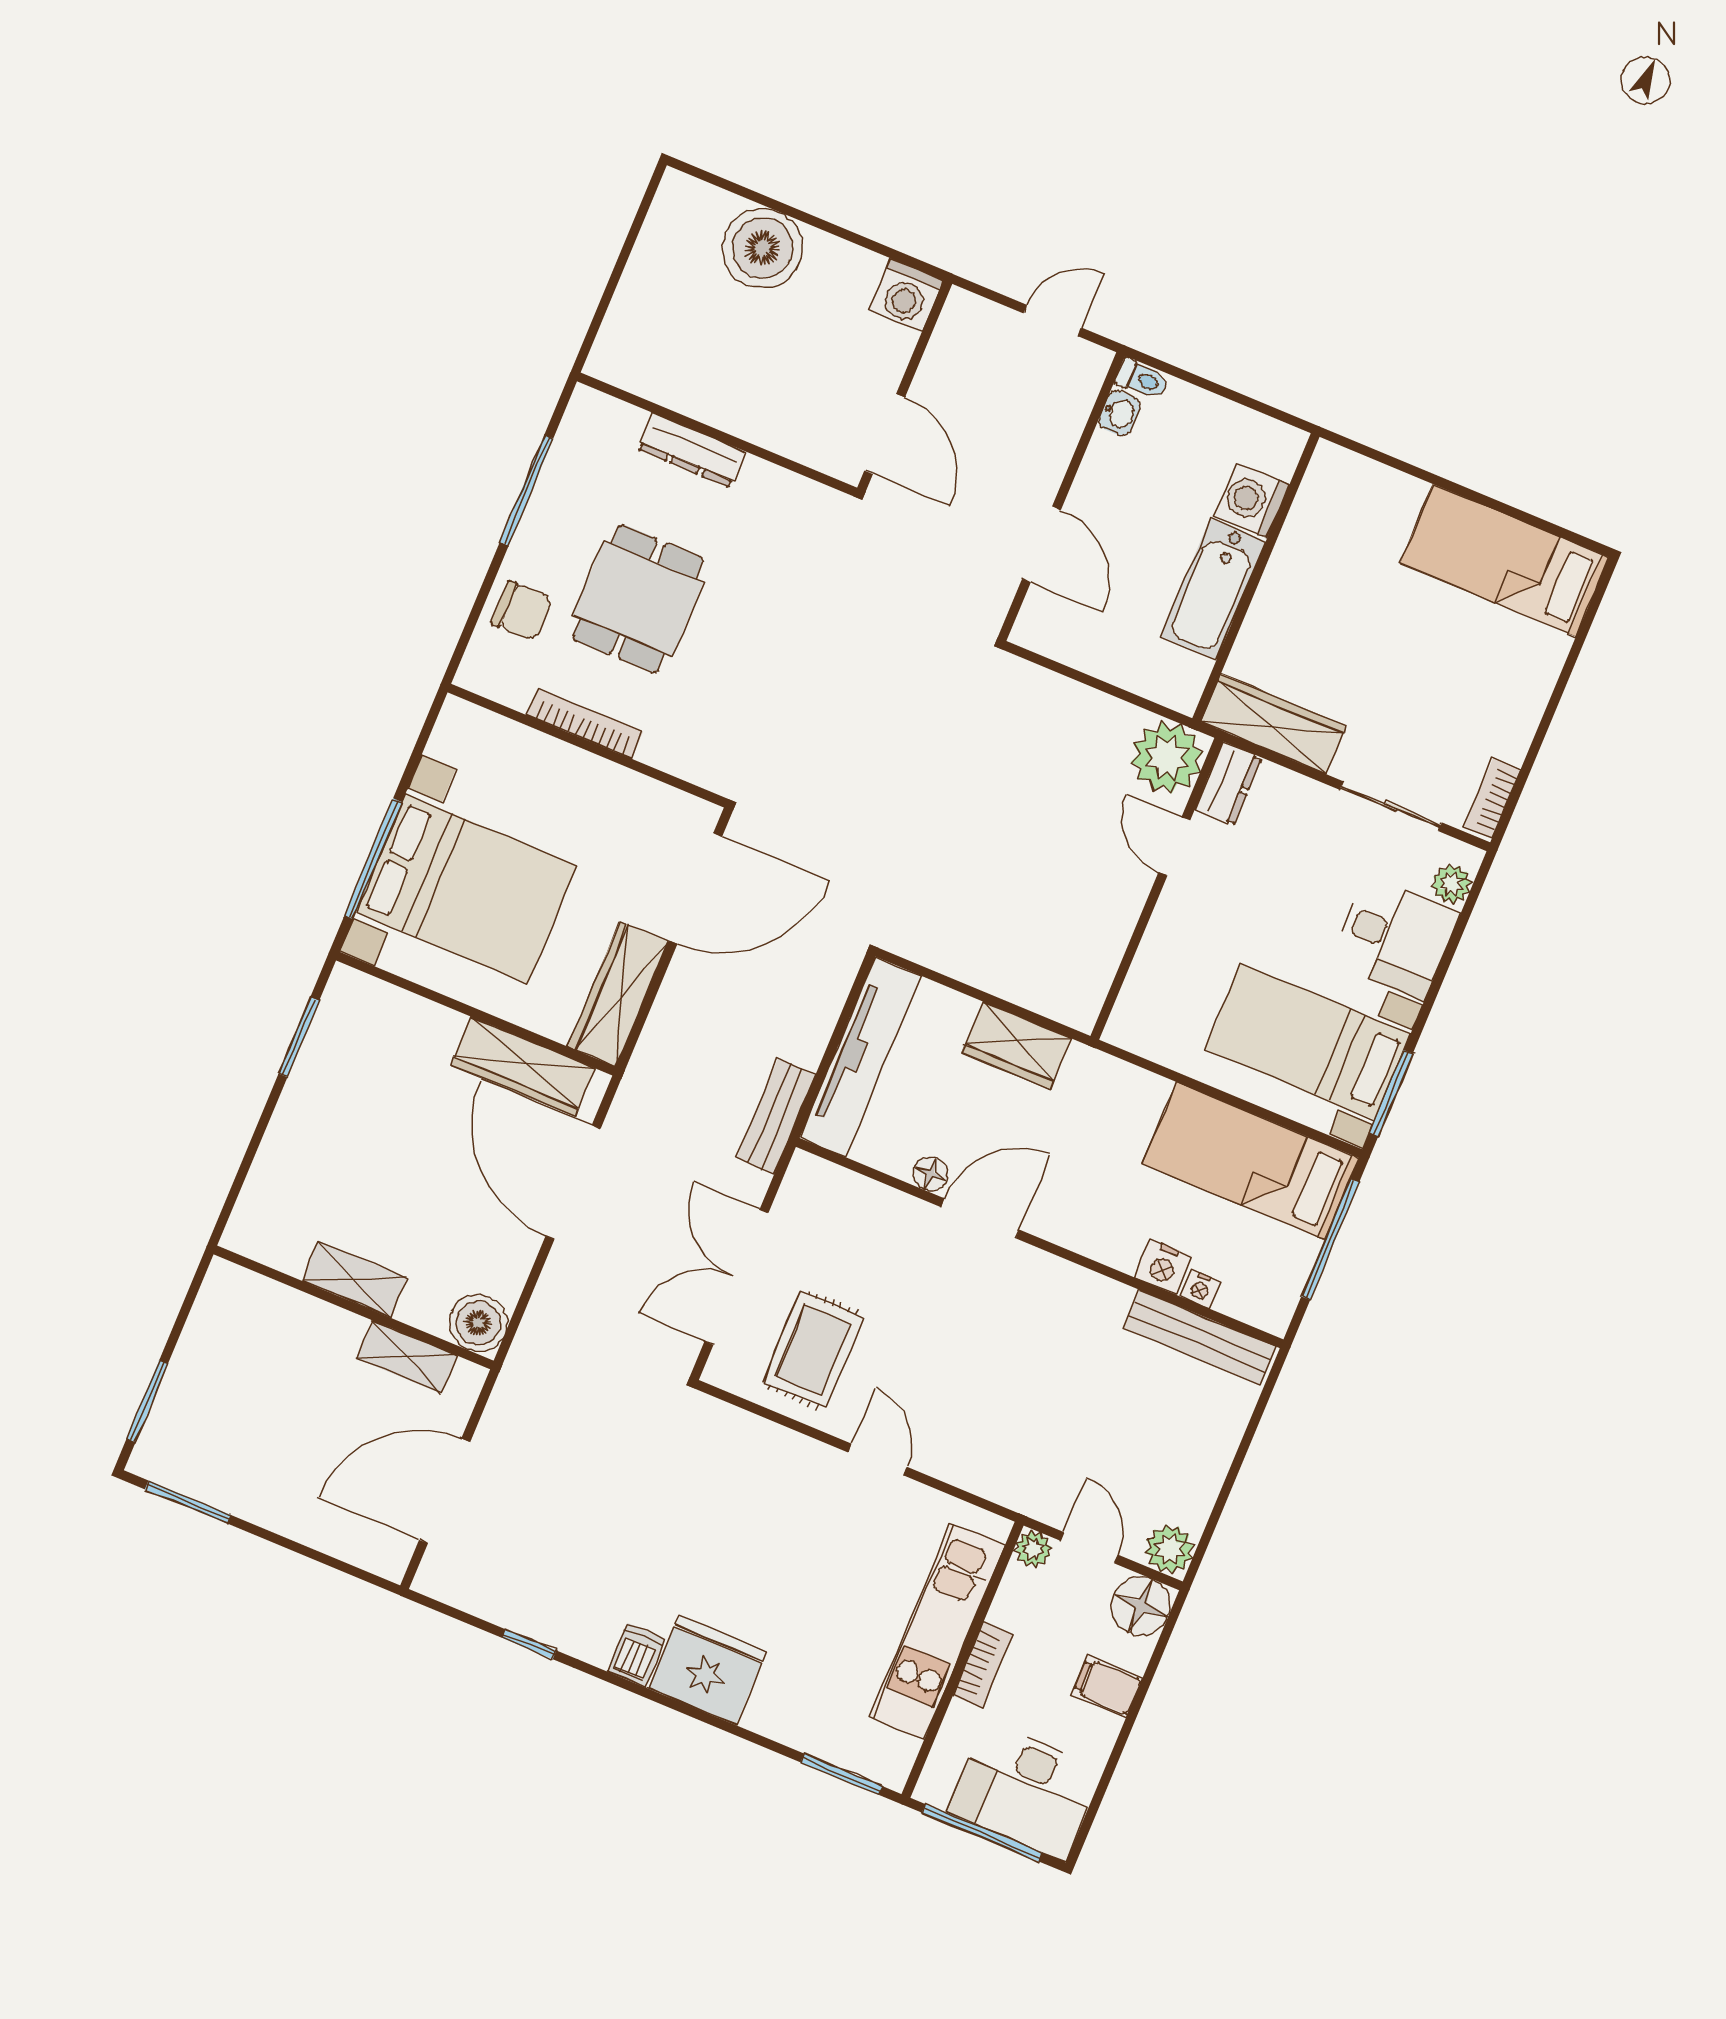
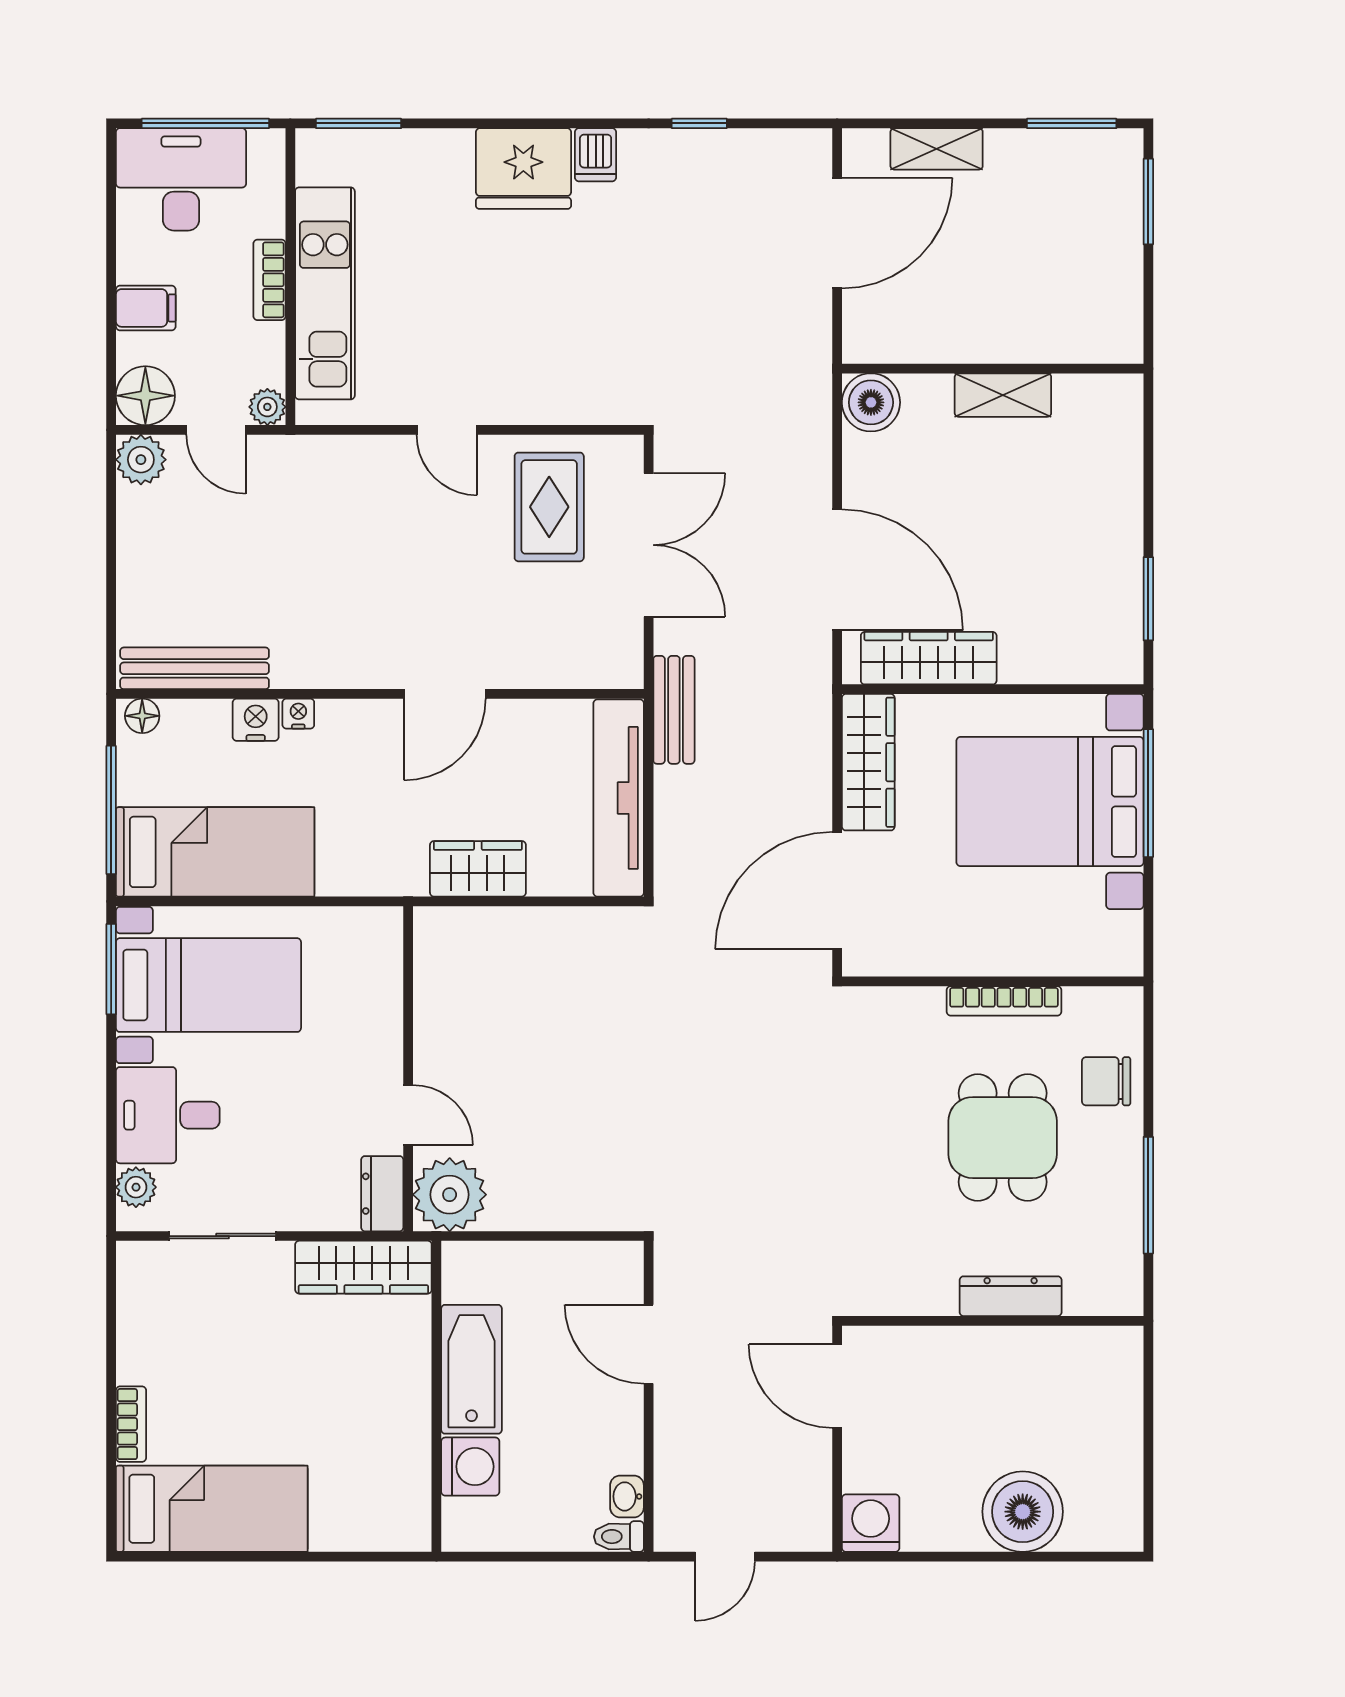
bookcase: (1492, 798) -> (131, 1424), moved
floor lamp: (931, 1174) -> (142, 716), moved
nightstand: (1200, 1289) -> (298, 714), moved
shelving: (407, 1357) -> (937, 149), moved

